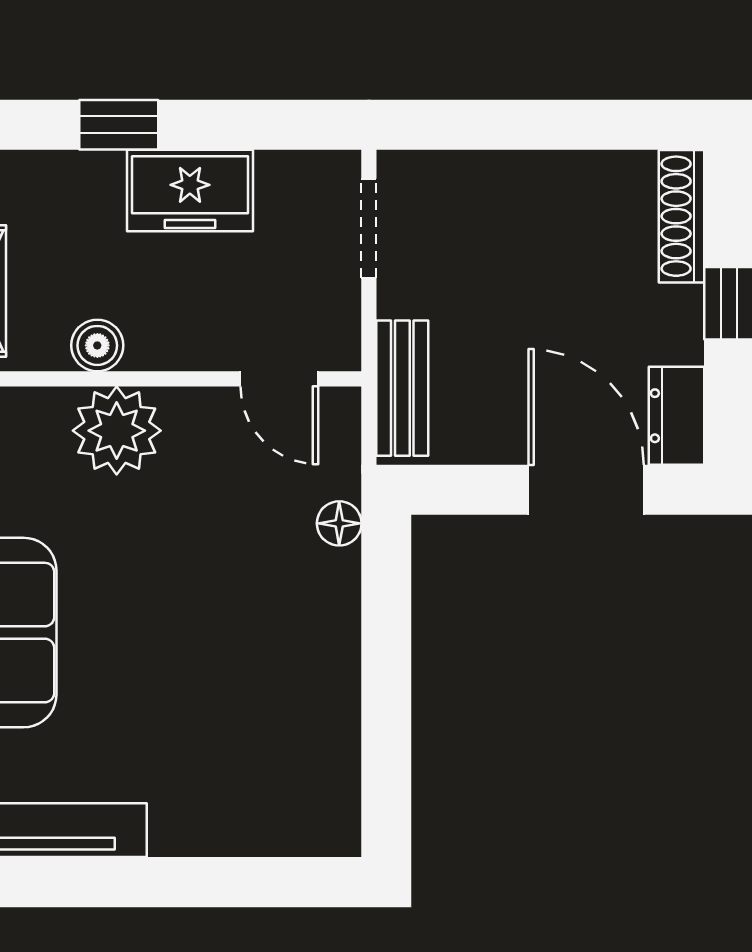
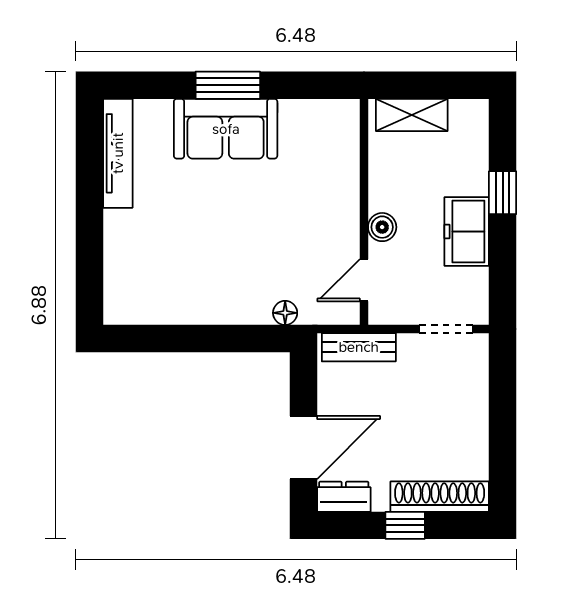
shoe rack: (681, 216) -> (440, 497), width x1.36, depth x1.24
boiler: (97, 345) -> (382, 227), moved
plant: (117, 431) -> (336, 192), removed

